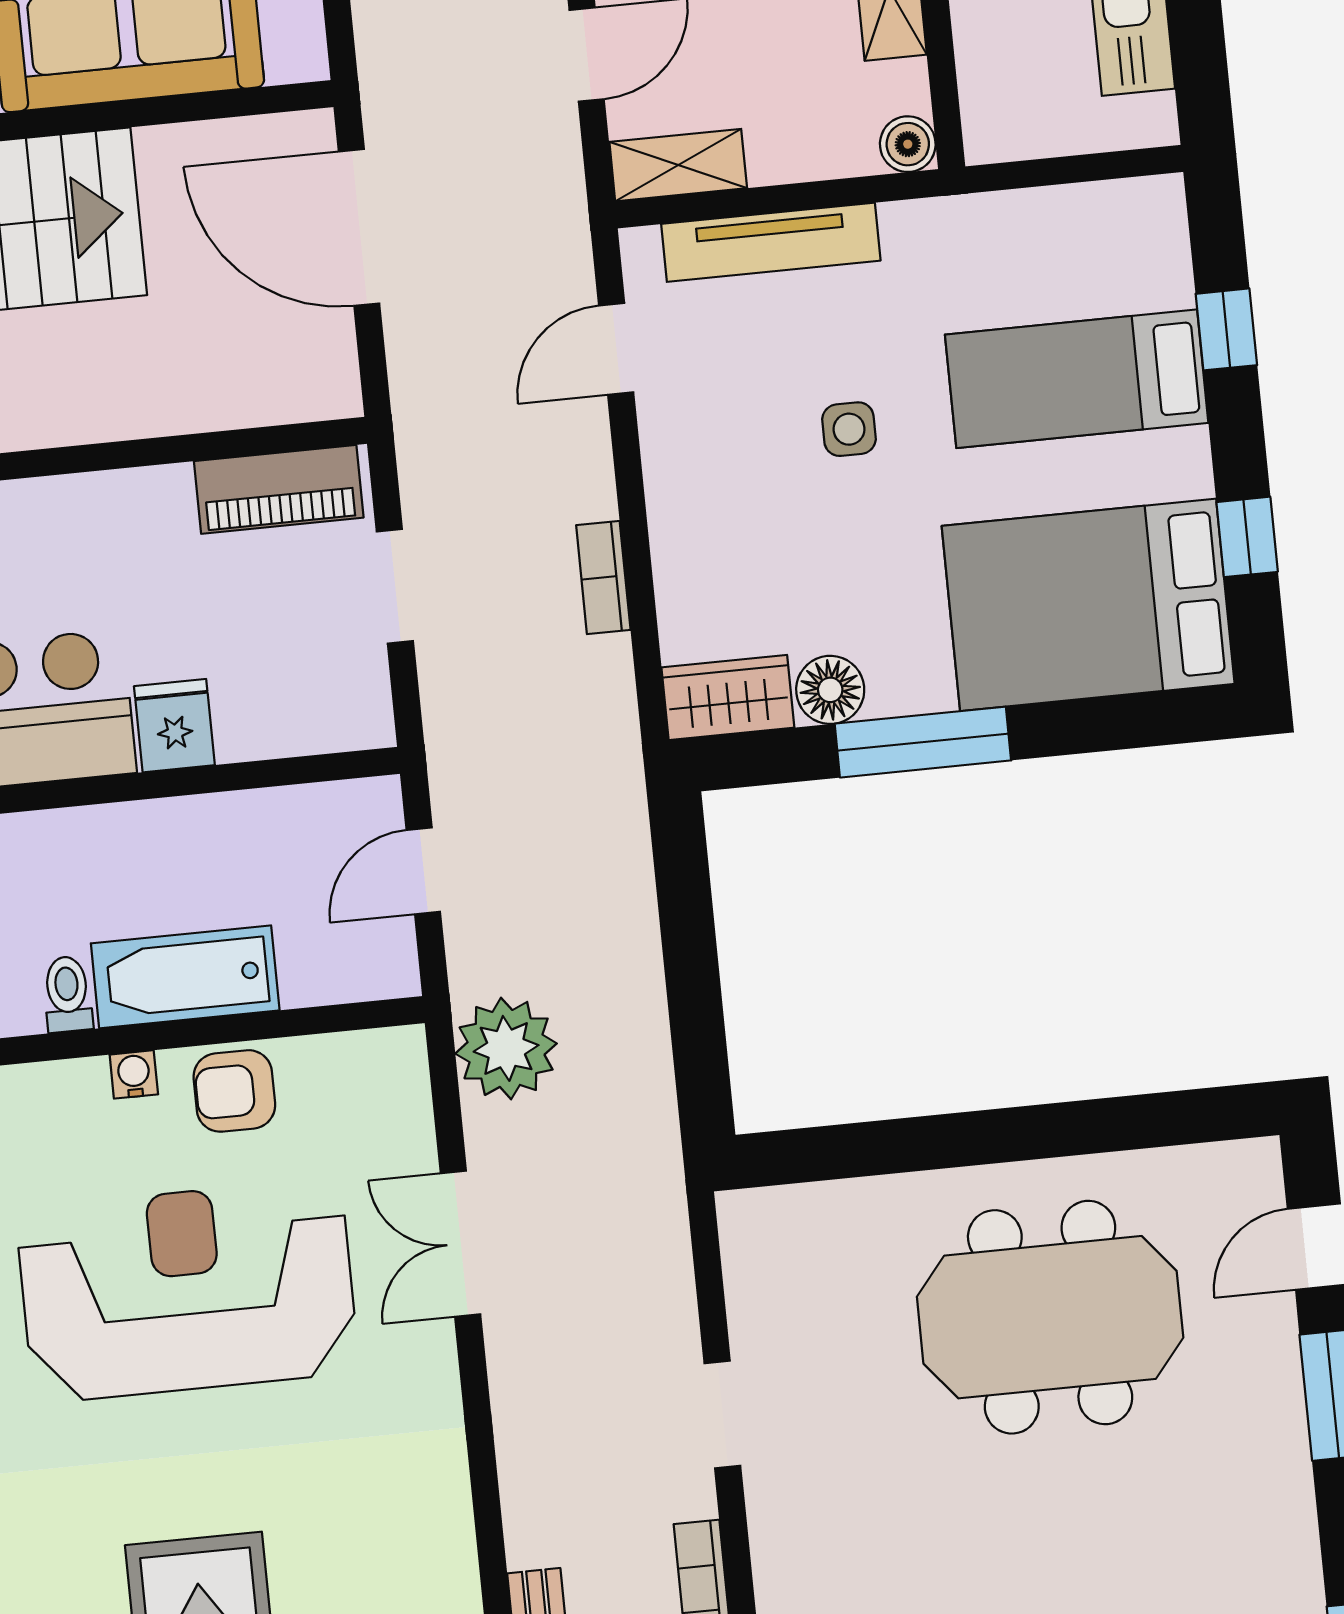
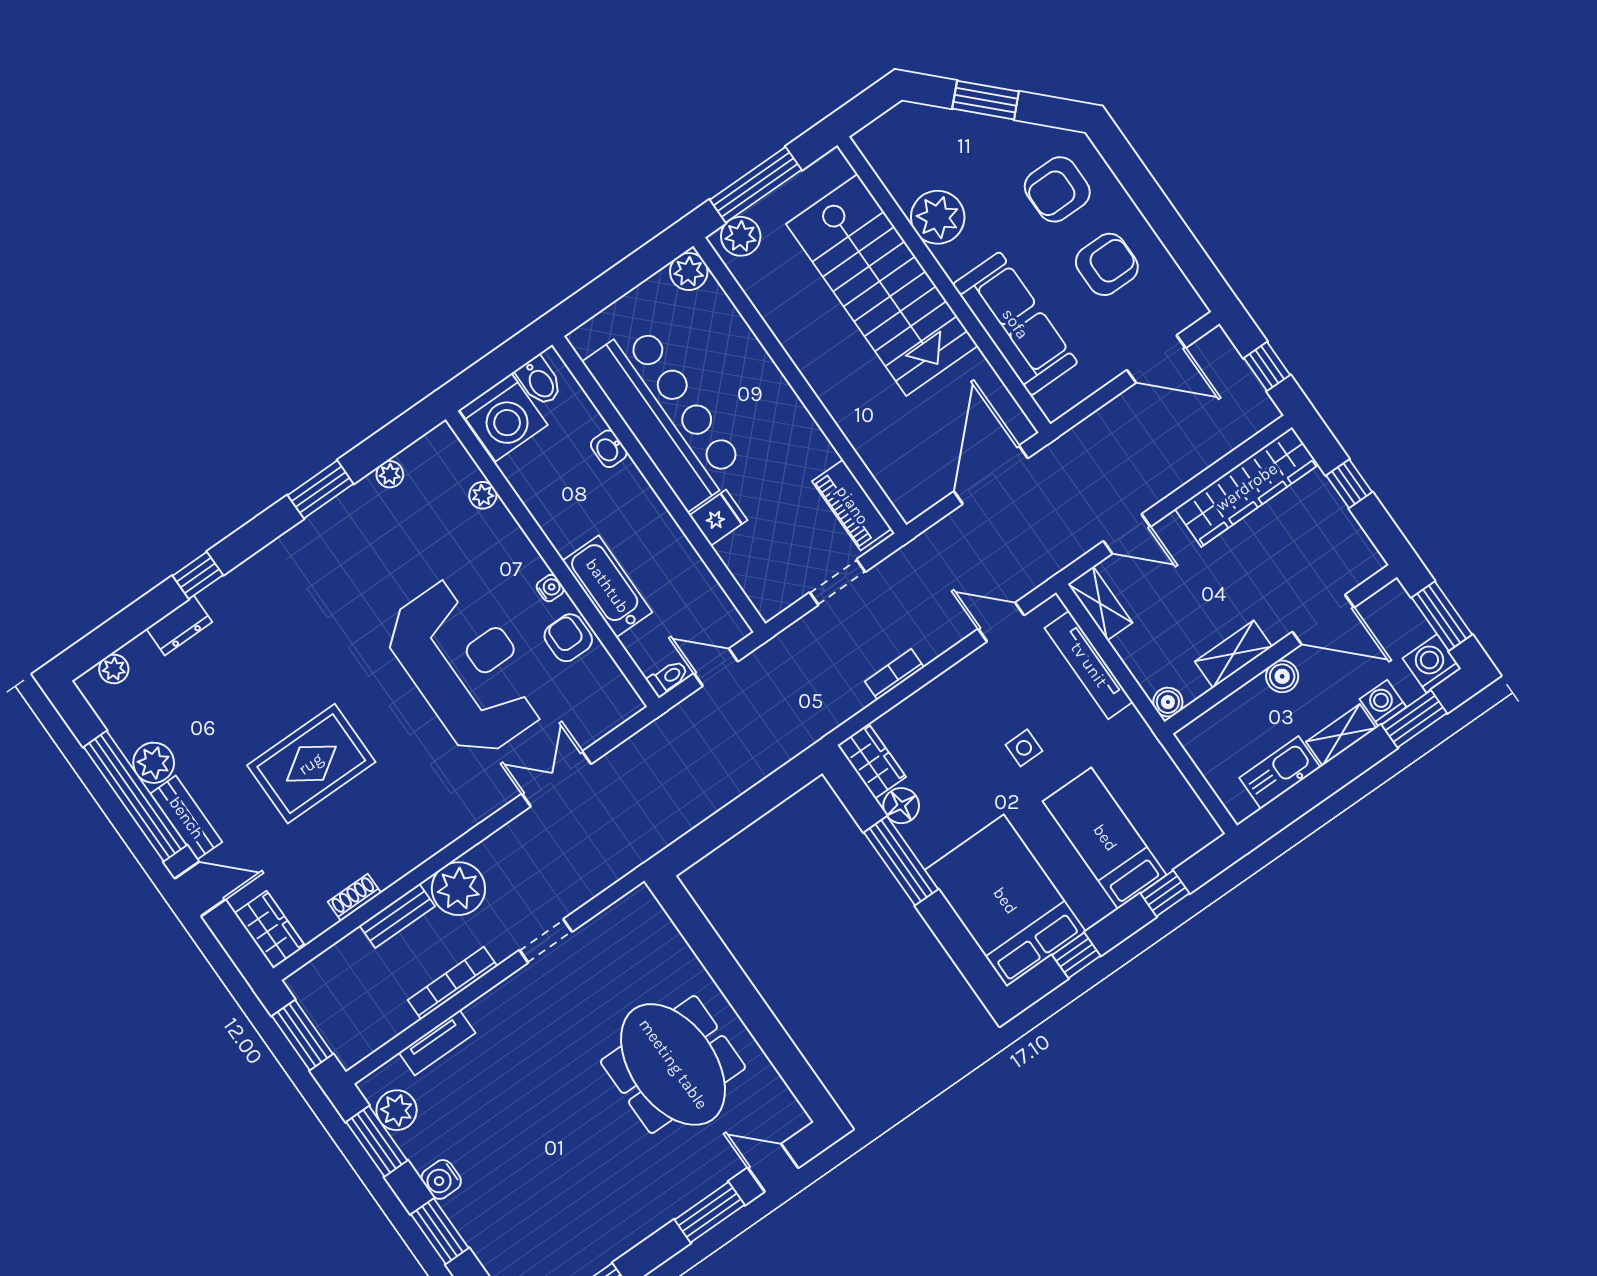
toilet: (67, 994) -> (668, 678), moved
plant: (506, 1048) -> (458, 889), moved

